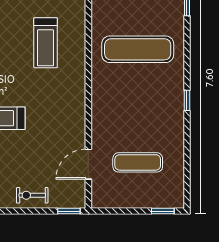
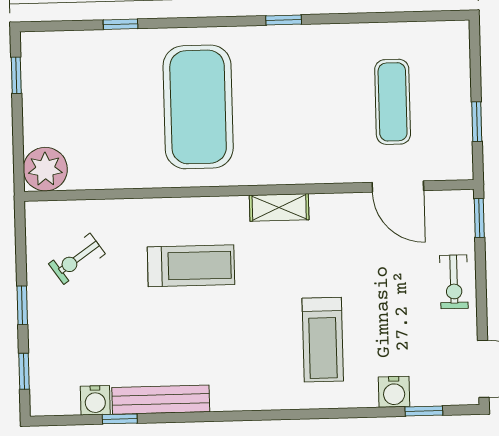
exercise mat: (138, 49) -> (198, 107), width x1.47
shelving: (78, 95) -> (279, 207), added
window: (163, 211) -> (477, 122), moved

